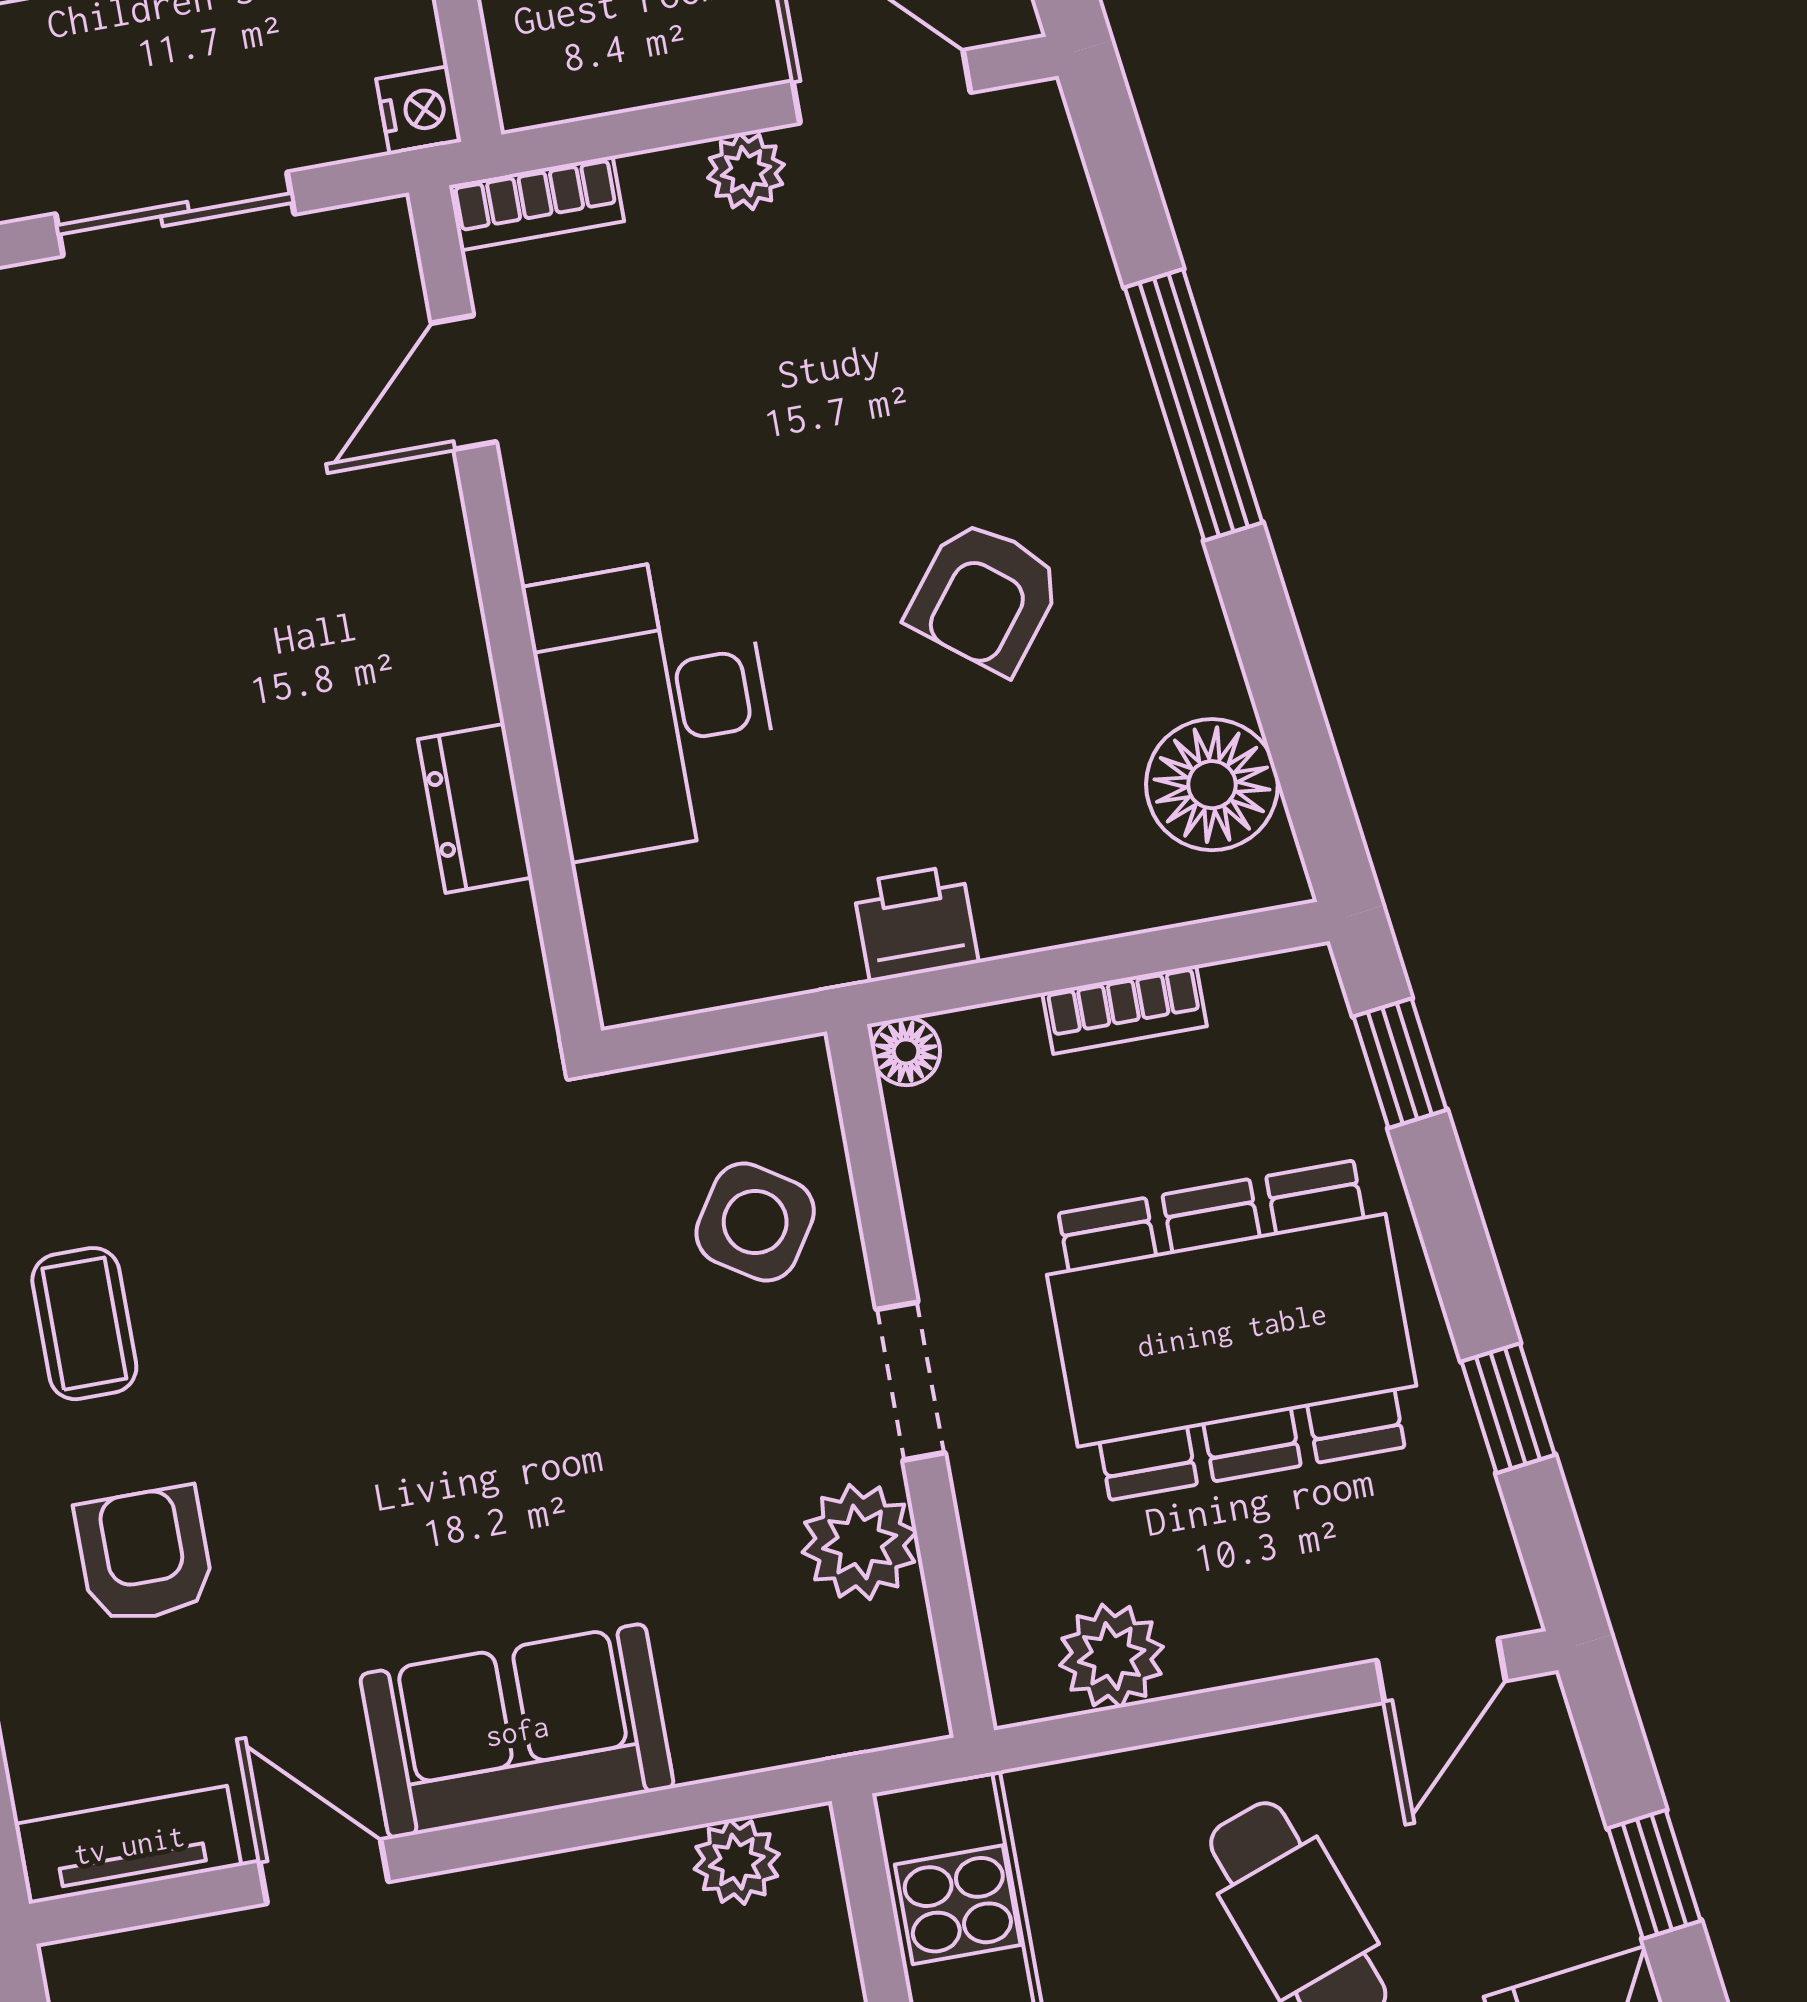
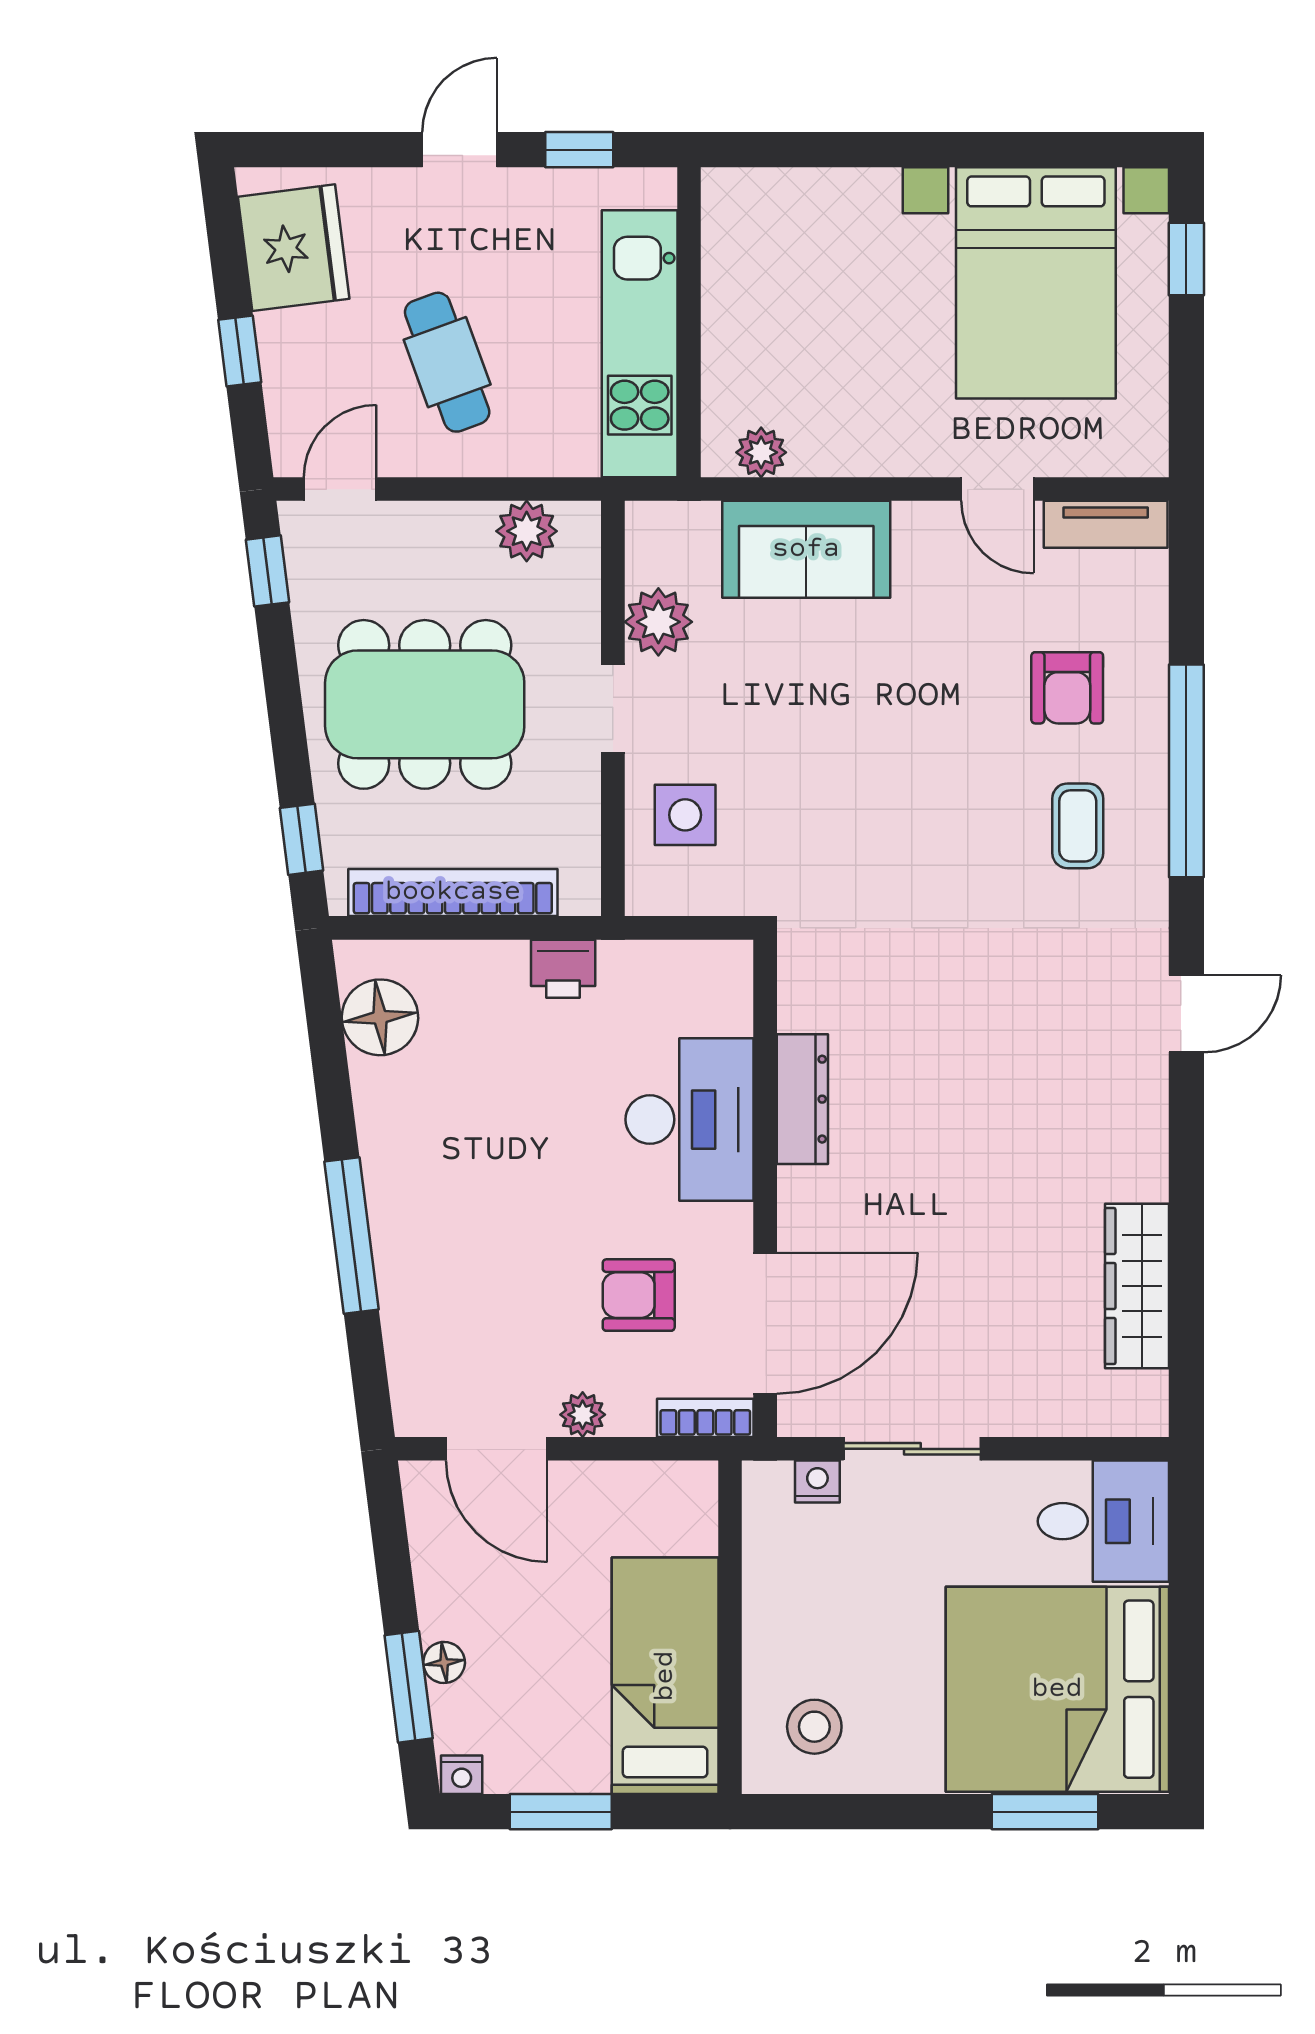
nightstand: (419, 110) -> (817, 1482), moved, turned 90
door: (464, 383) -> (765, 1323), width x1.88
armchair: (985, 596) -> (639, 1295), moved, turned -128
dresser: (475, 808) -> (802, 1099), width x1.44
bookcase: (1125, 1009) -> (453, 892), width x2.31, depth x1.31
floor lamp: (906, 1051) -> (582, 897), removed
side table: (755, 1222) -> (685, 815), turned -33
window: (1508, 1408) -> (267, 571), moved
sofa: (517, 1731) -> (806, 549), moved

